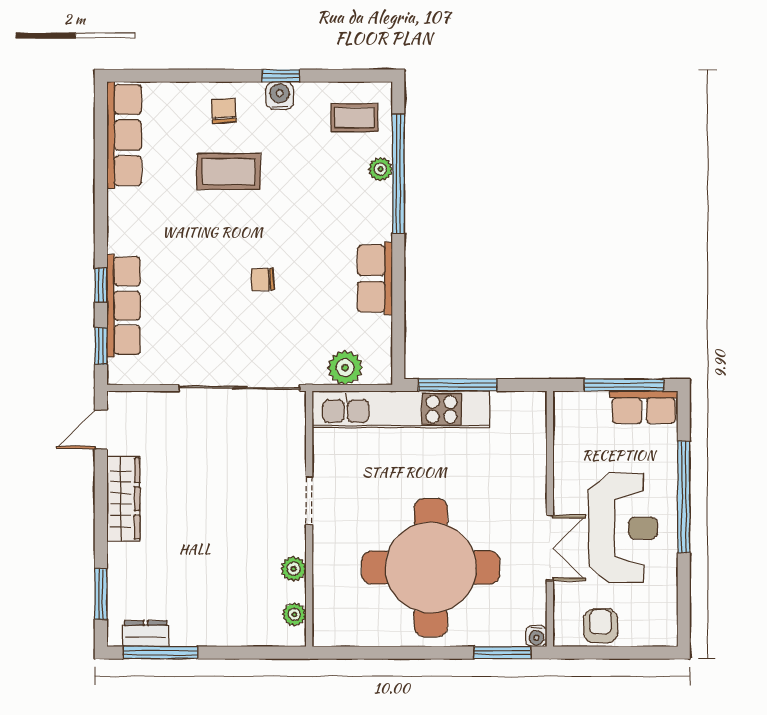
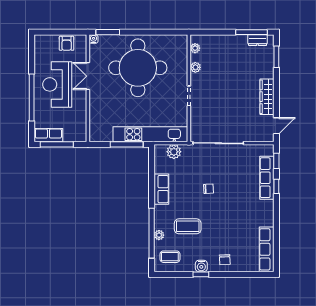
coffee table: (229, 171) -> (188, 226), moved

